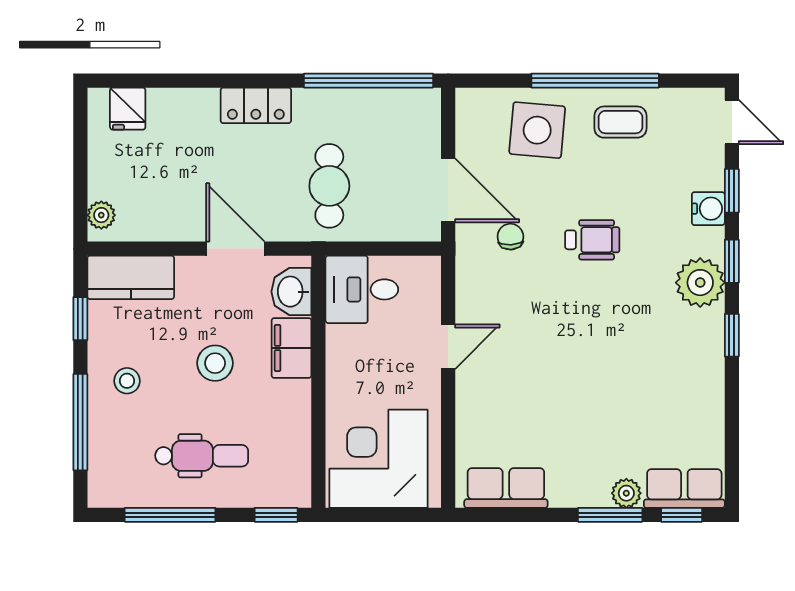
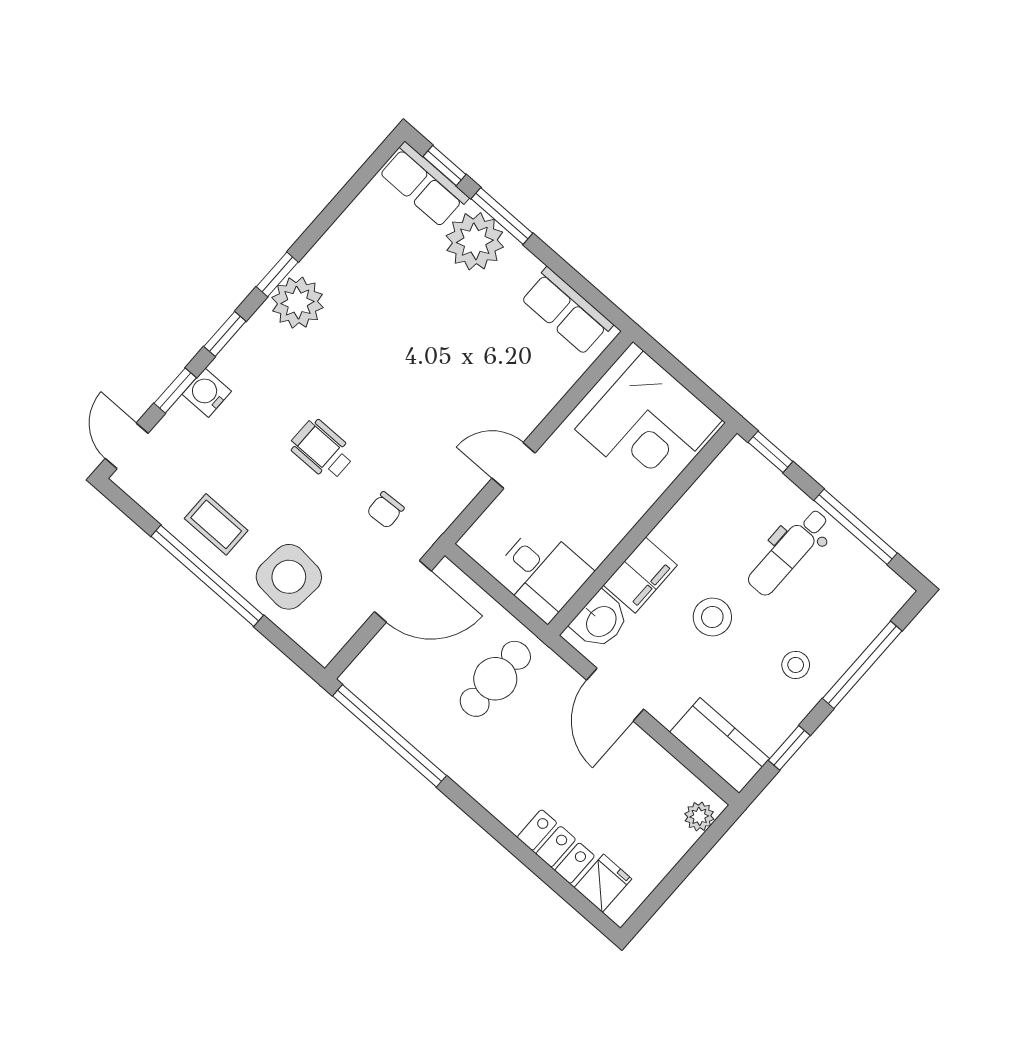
locker: (256, 105) -> (556, 847), moved
door: (448, 190) -> (403, 591), swing flipped
plant: (700, 283) -> (297, 303), moved
dental chair: (202, 456) -> (788, 552), turned -90
plant: (626, 493) -> (475, 241), width x1.88, depth x1.88

